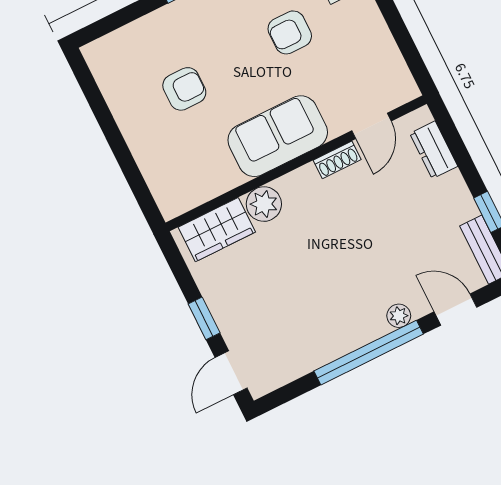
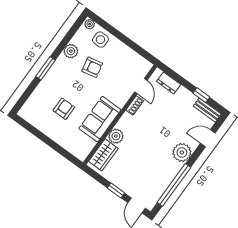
armchair: (290, 32) -> (92, 67), turned -102
sofa: (278, 136) -> (100, 119), moved
plant: (399, 316) -> (182, 152), width x1.88, depth x1.88
window: (369, 353) -> (174, 185), moved

